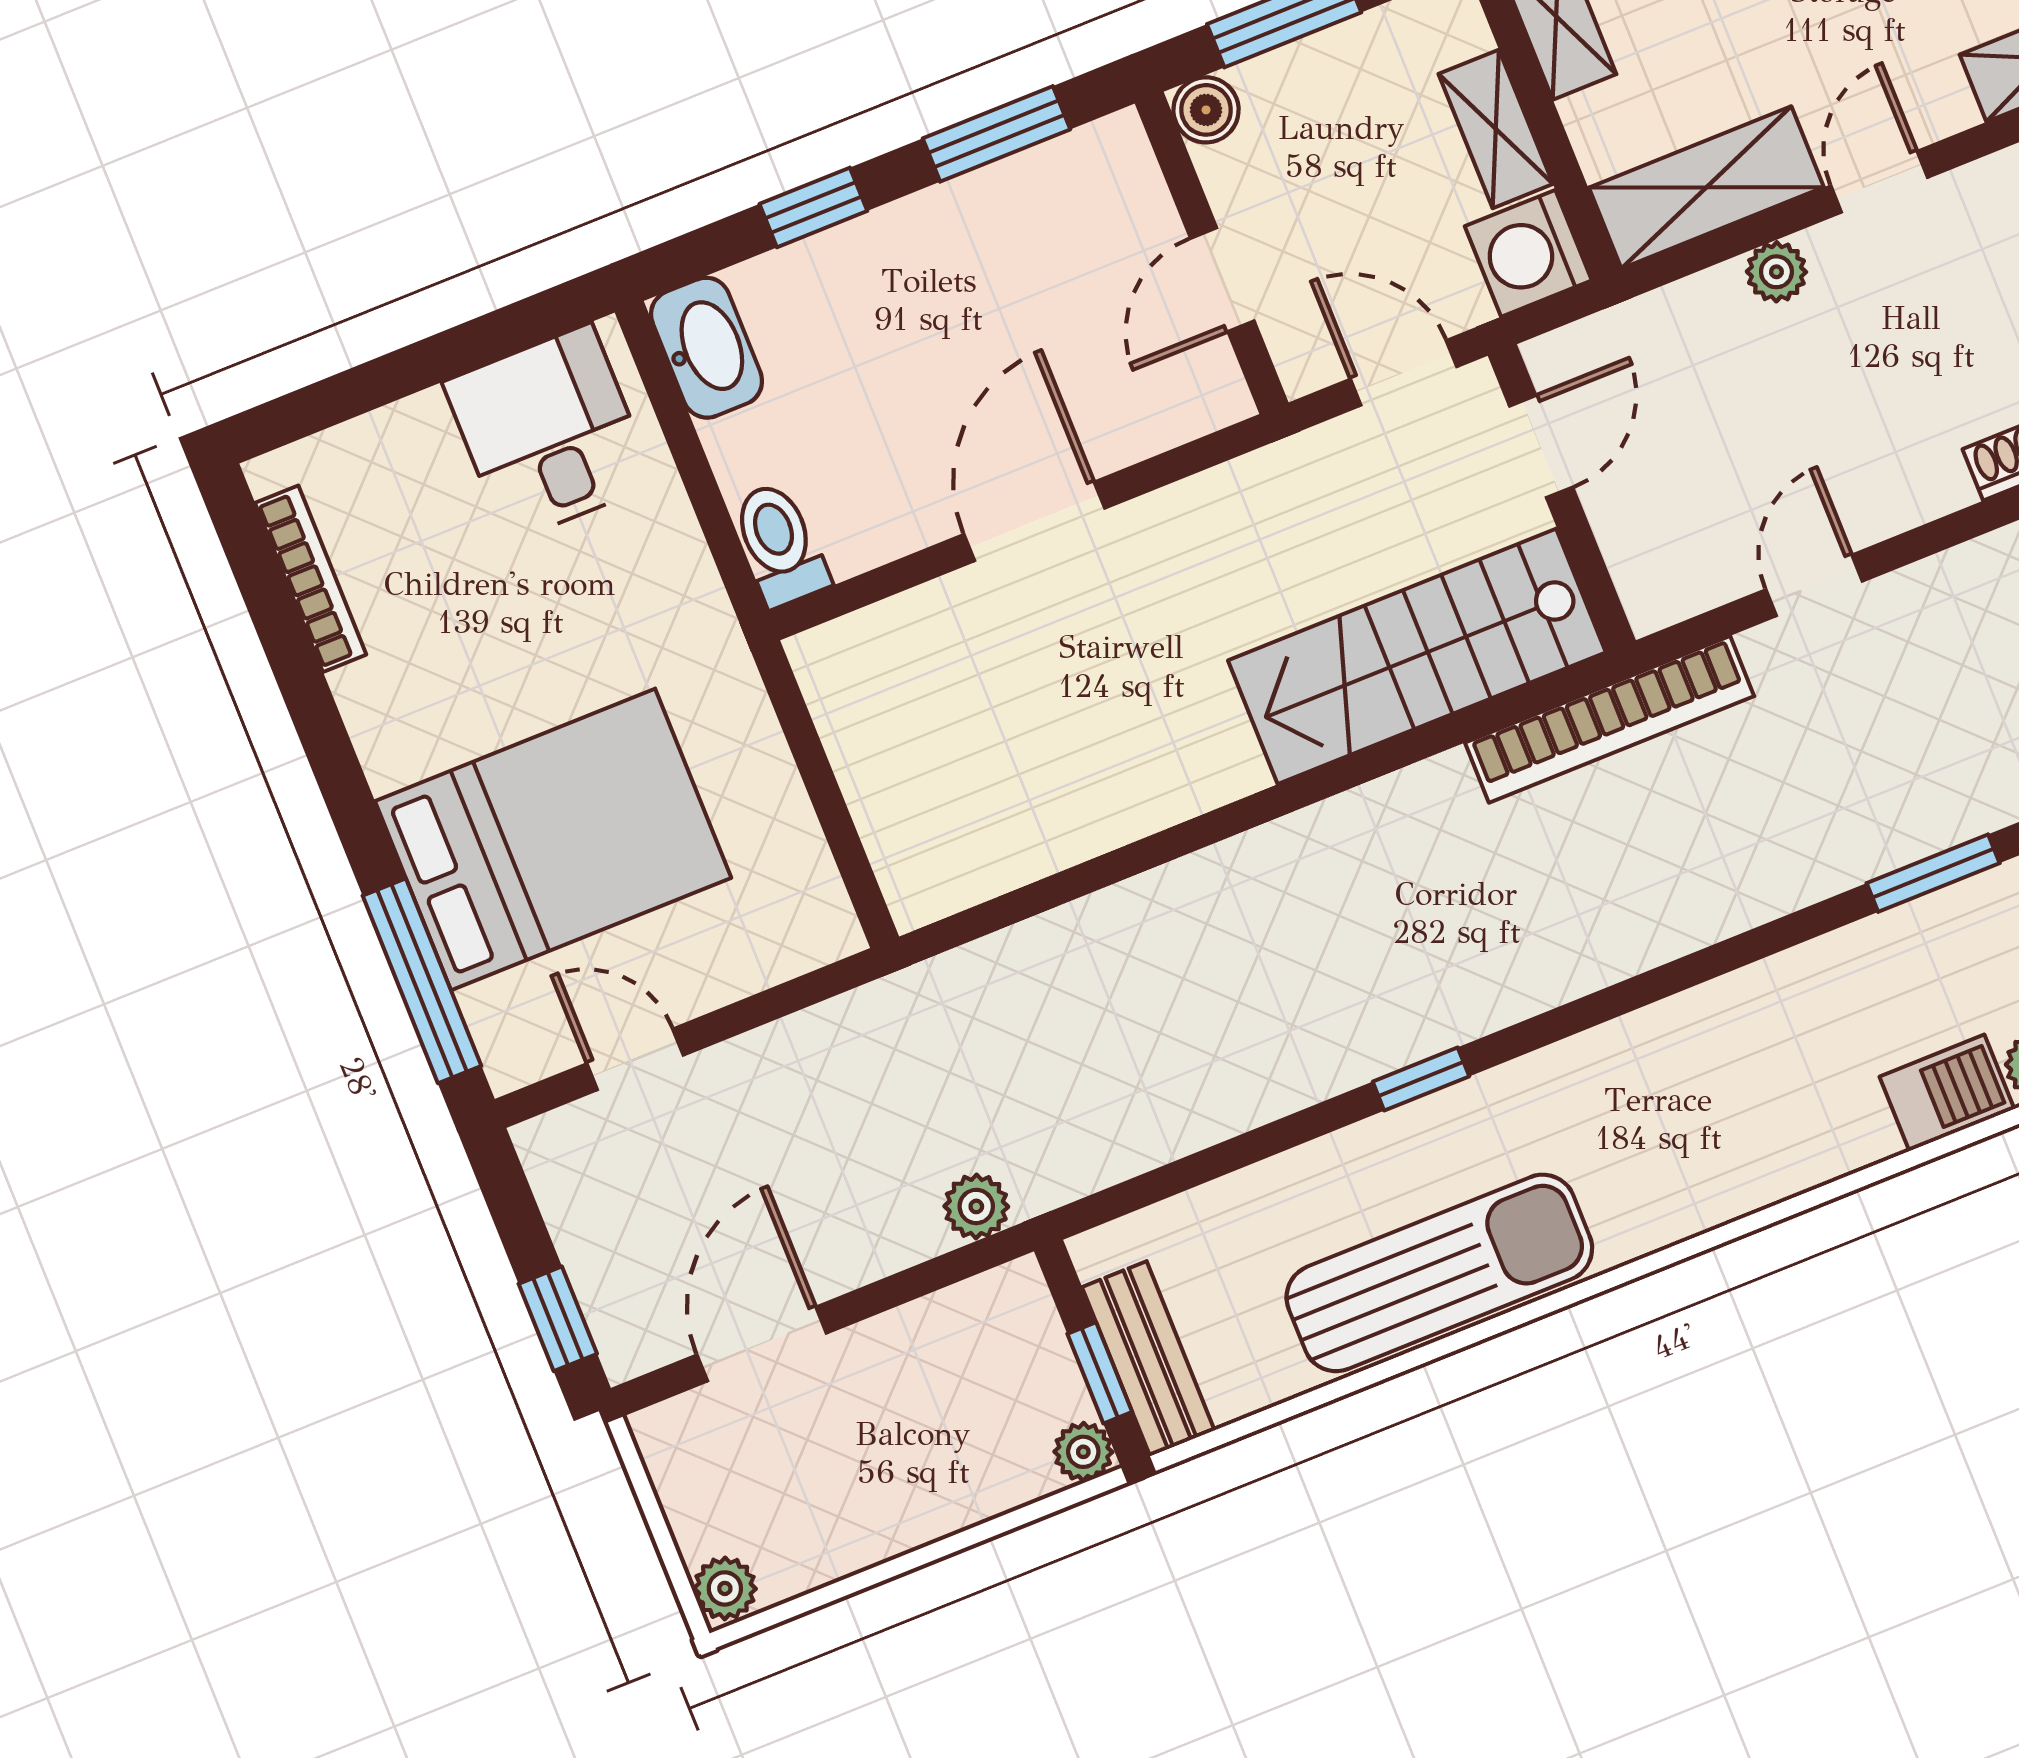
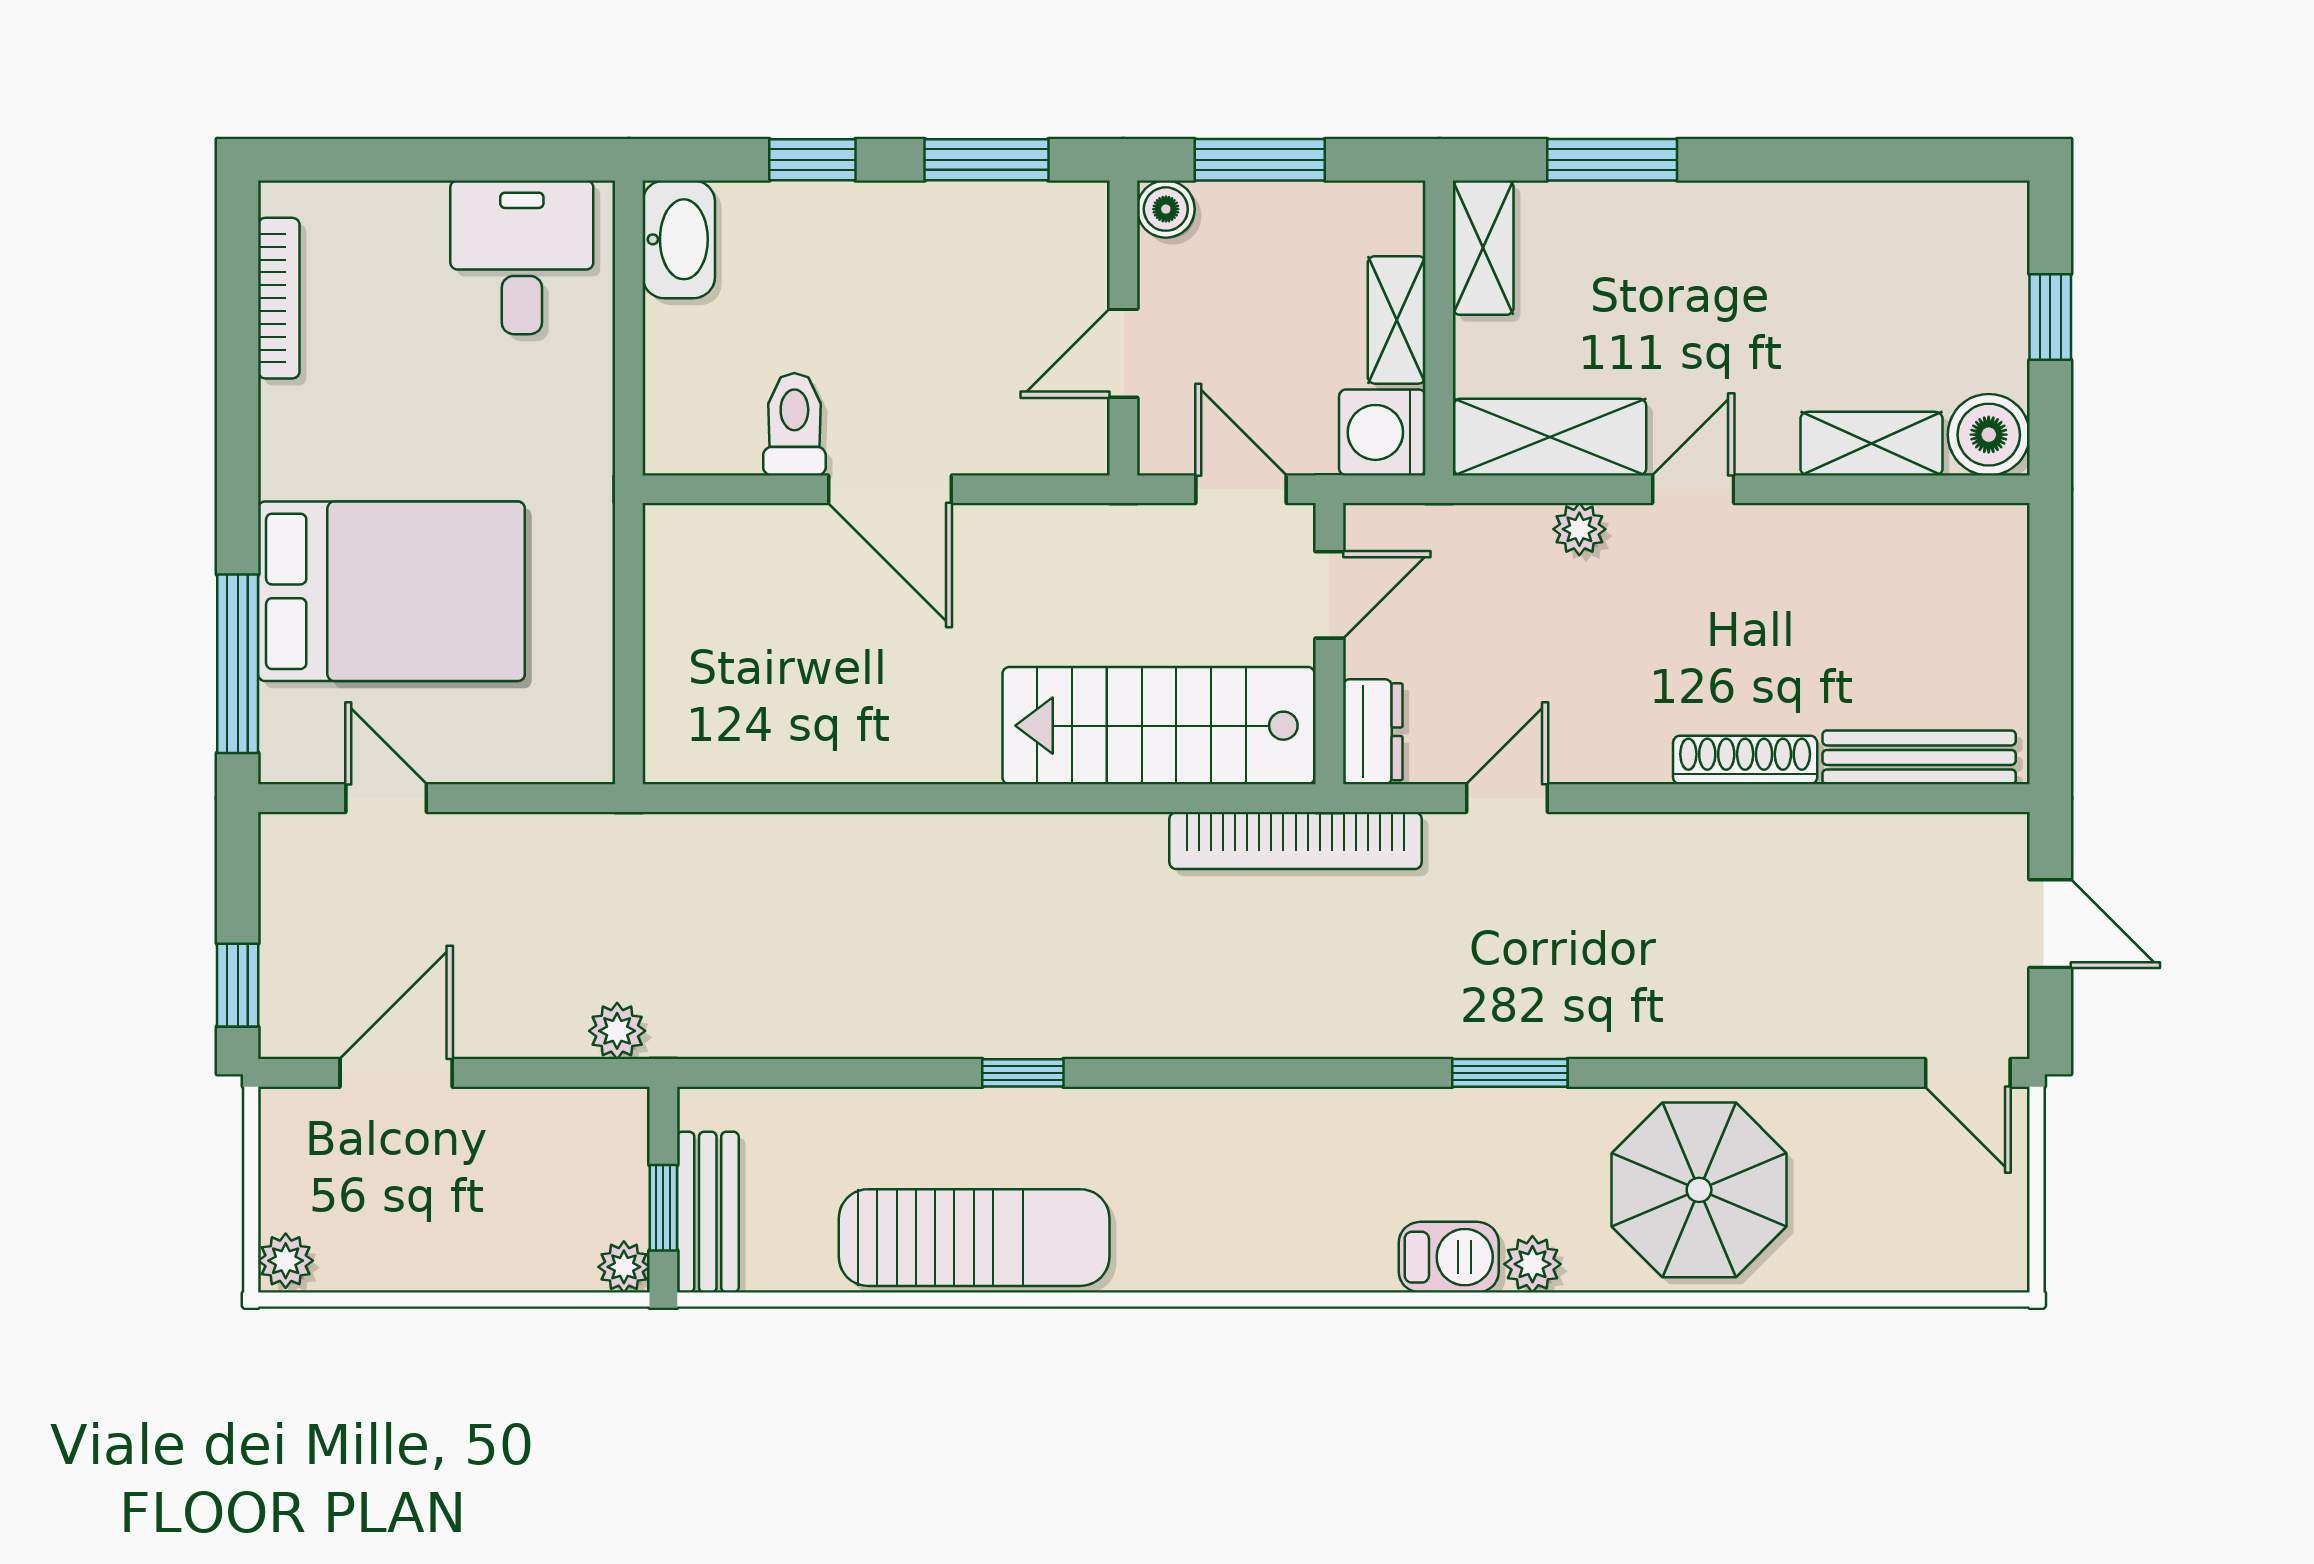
door: (1034, 521) -> (890, 489), swing flipped
toilet: (780, 544) -> (794, 424), moved
dresser: (1645, 572) -> (1373, 732), added

